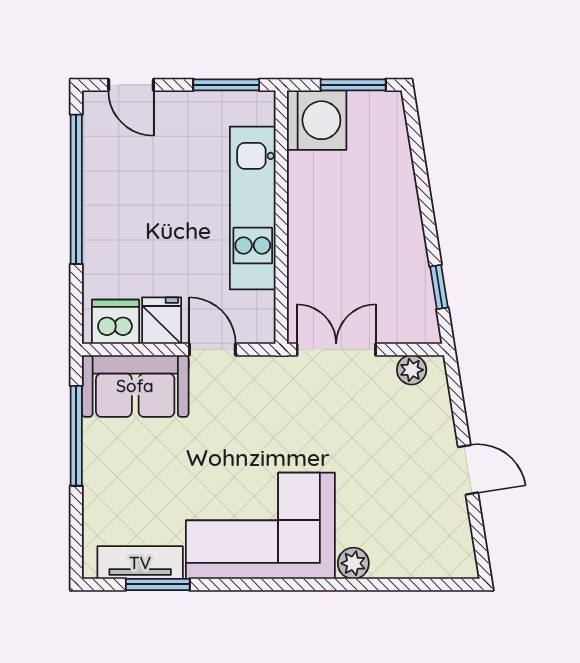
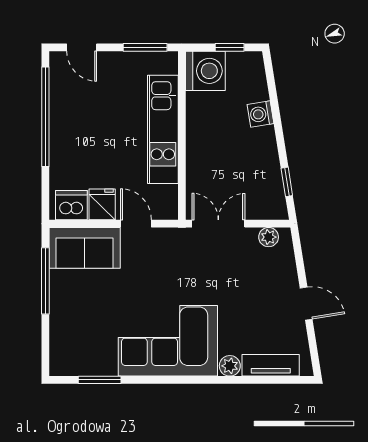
window: (353, 85) -> (230, 47), width x0.67
washing machine: (399, 185) -> (260, 114), added
tv unit: (140, 563) -> (271, 365), moved

